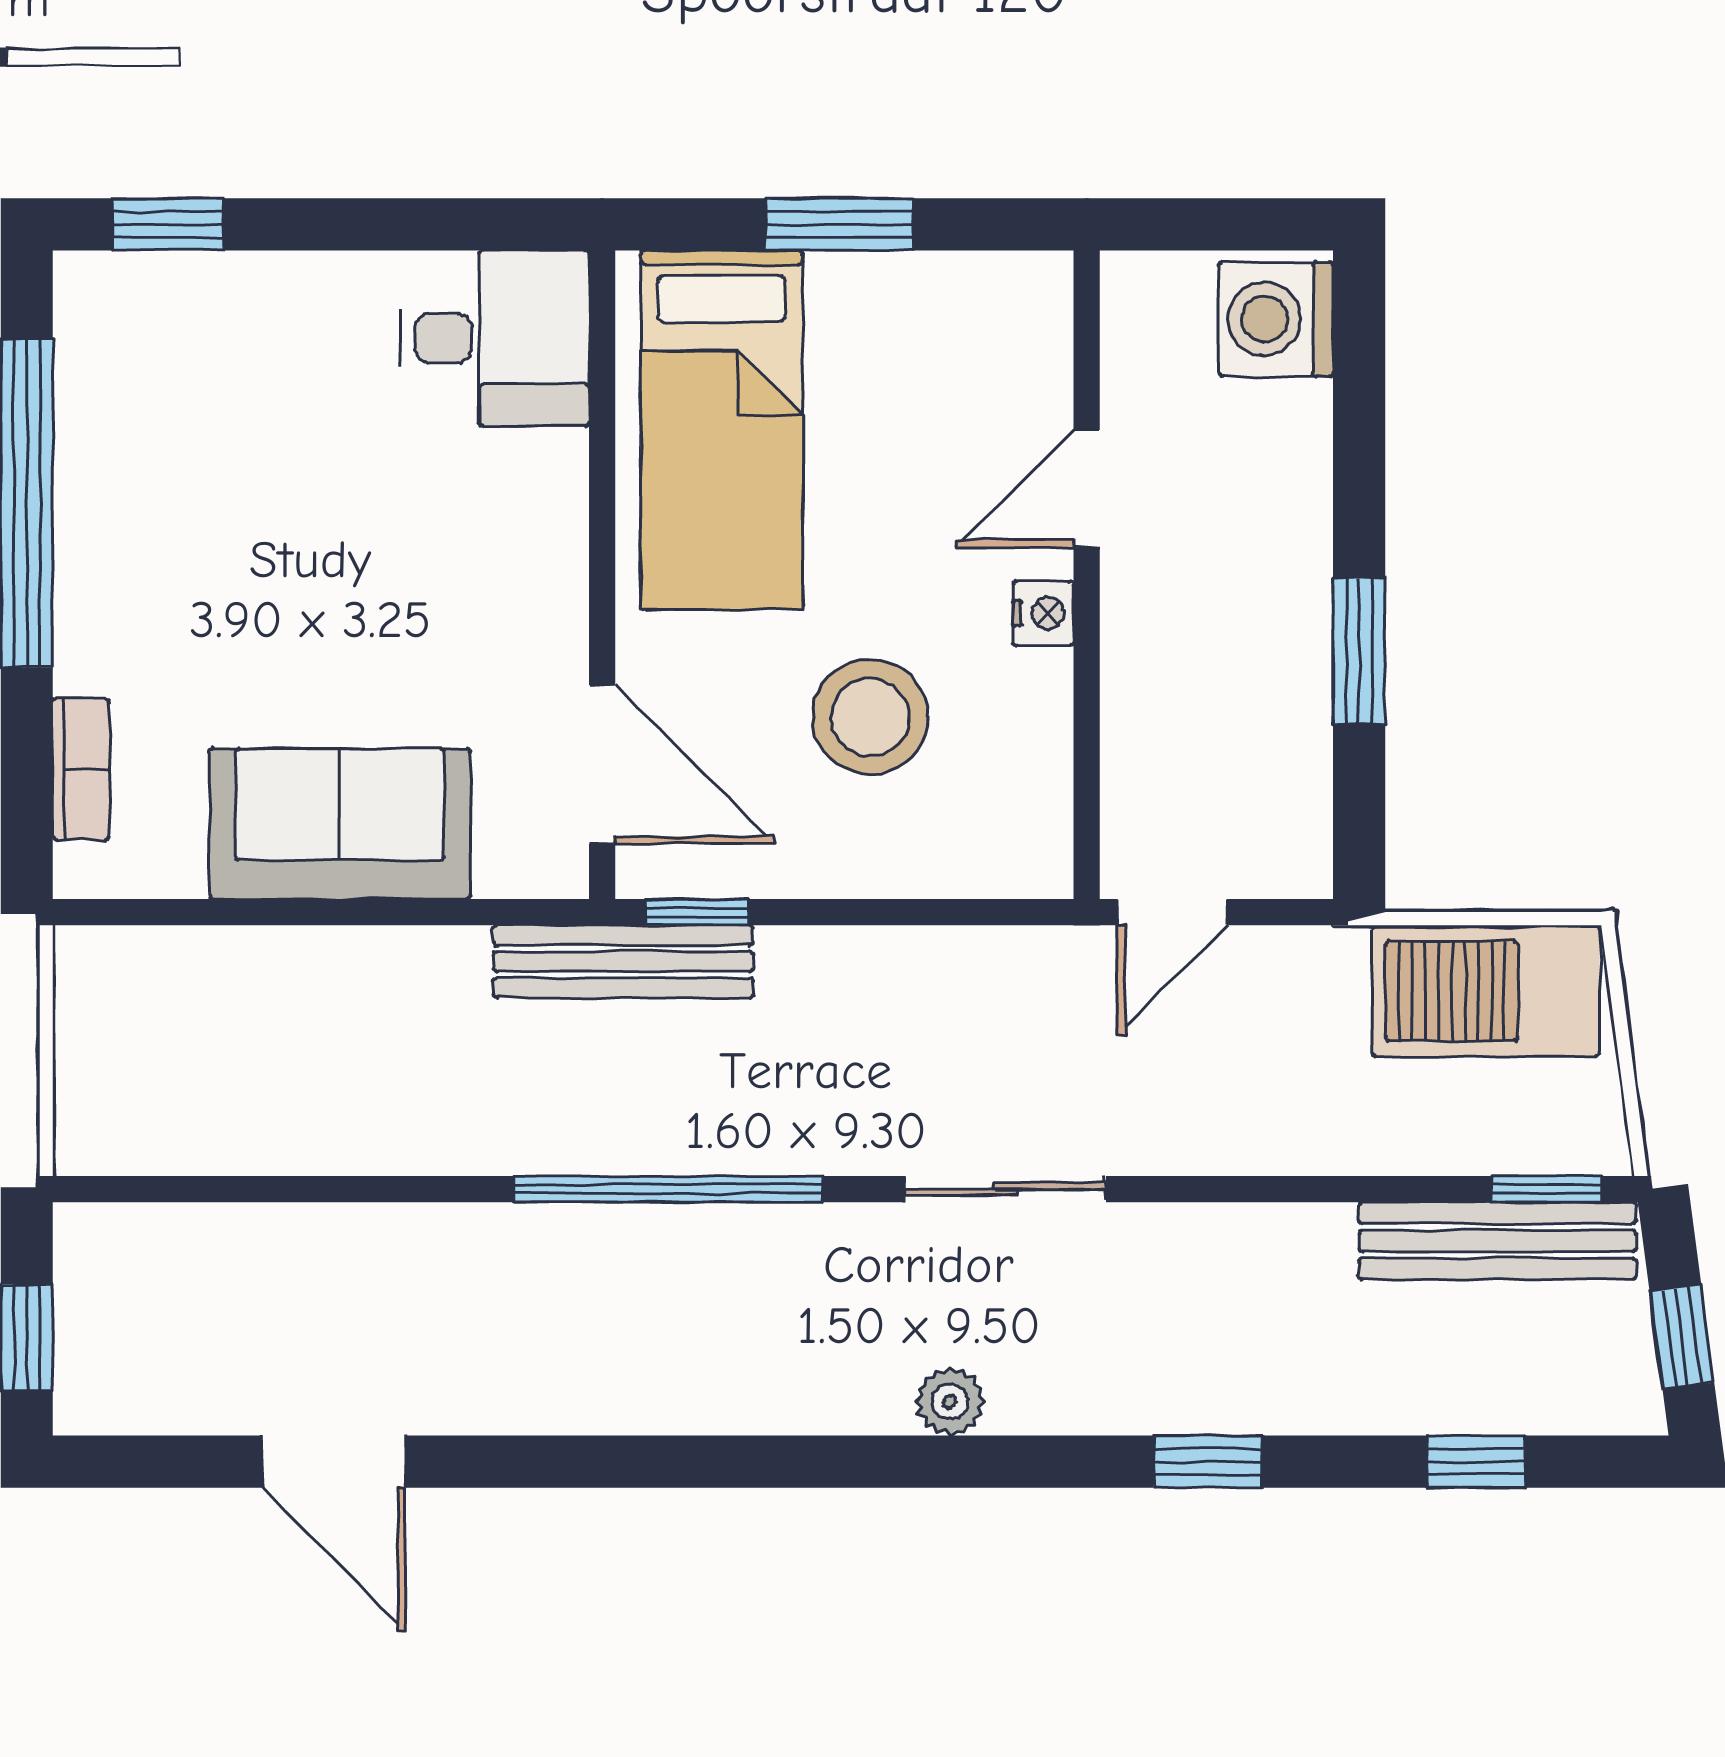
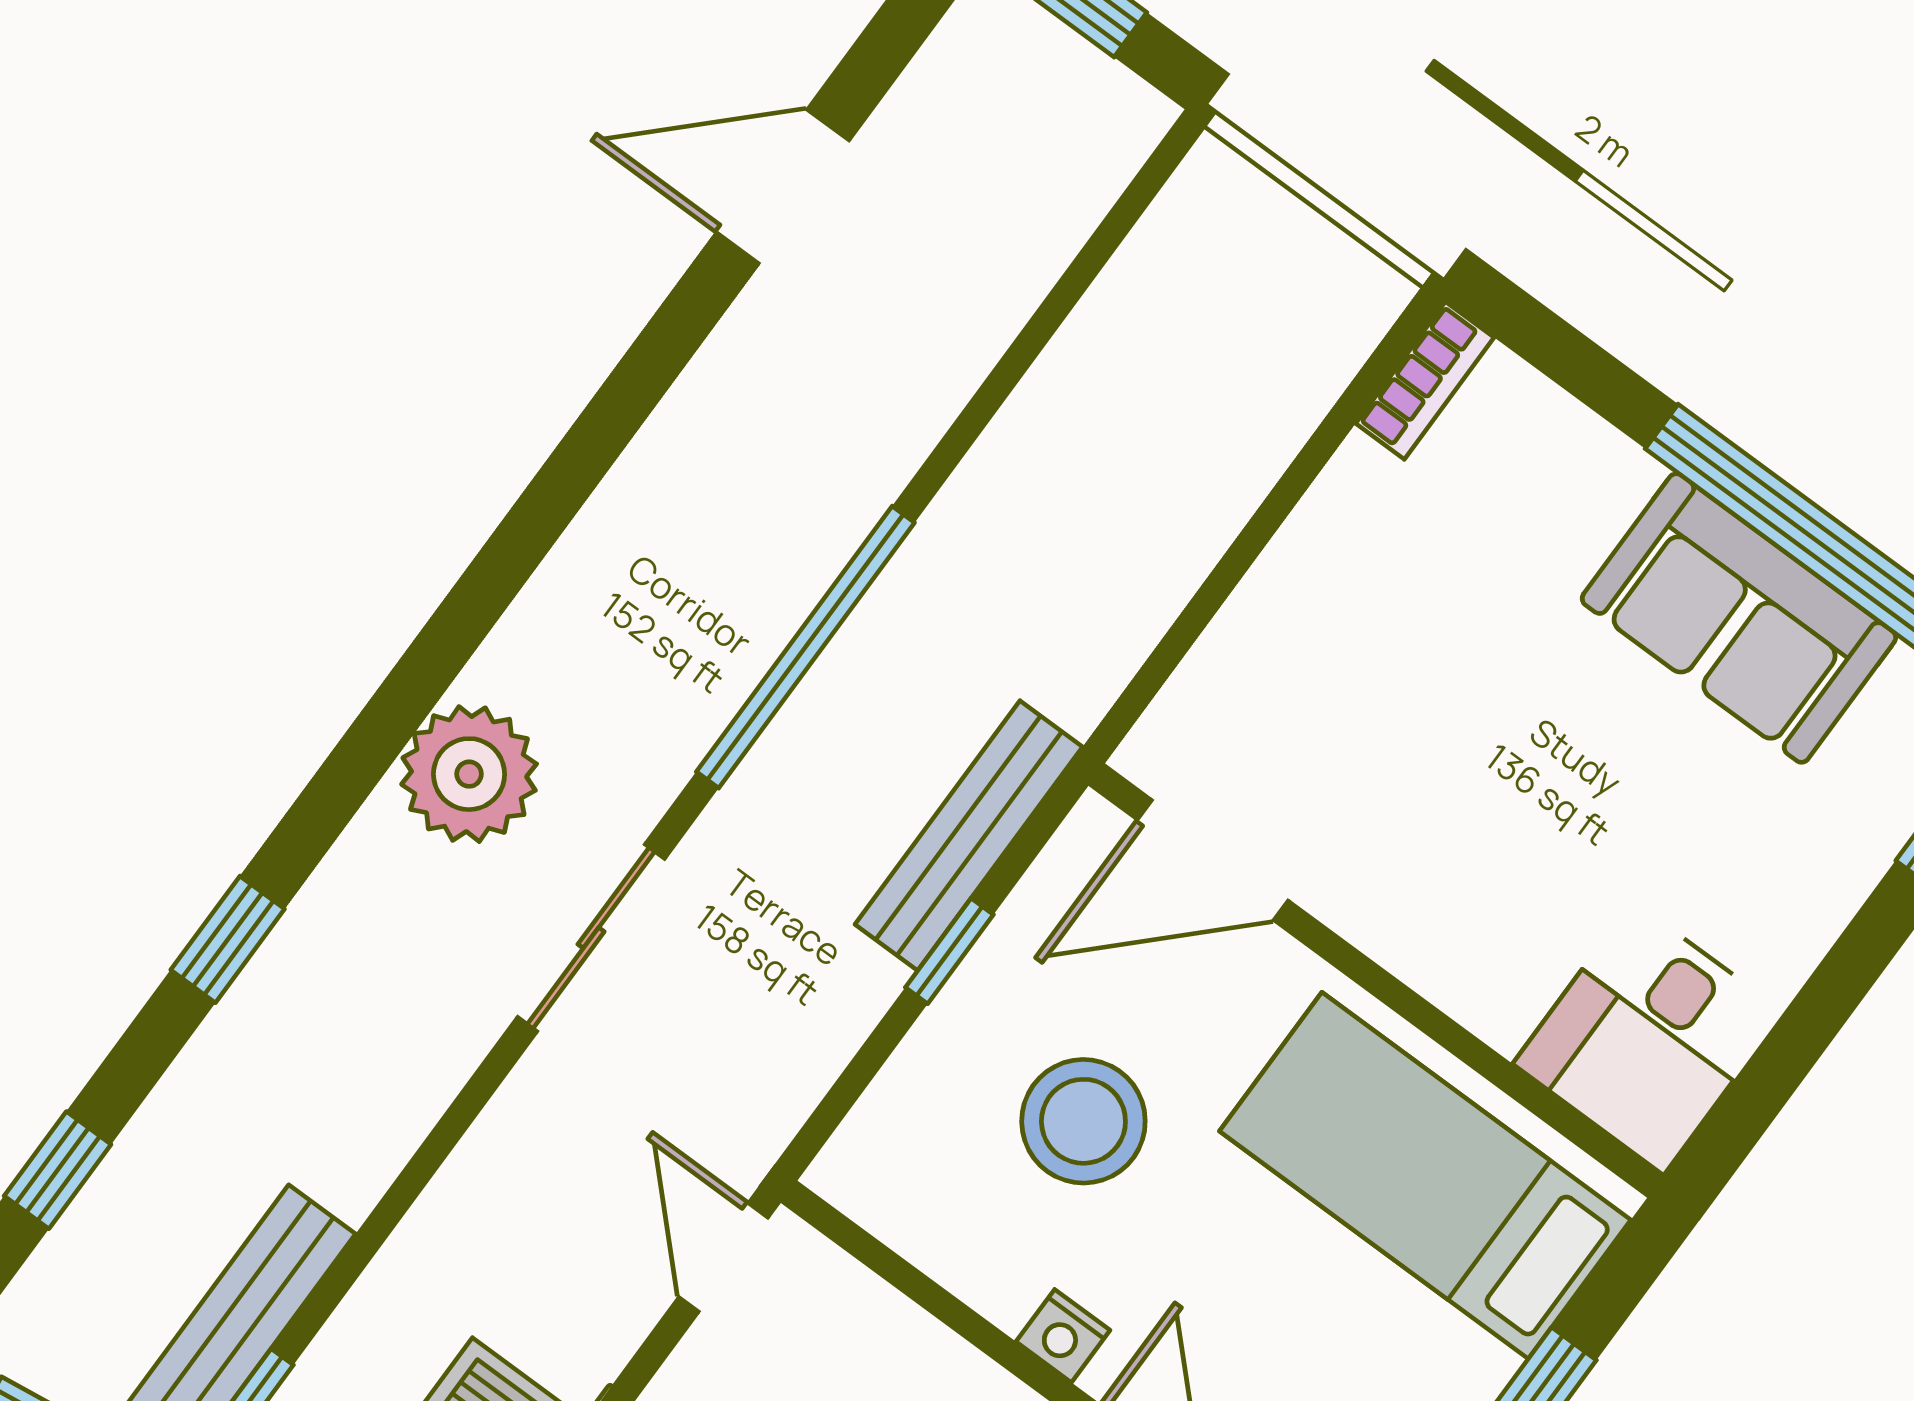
bookcase: (81, 769) -> (1425, 380), moved, turned -90
sofa: (340, 824) -> (1739, 618), moved, turned 90
window: (697, 912) -> (949, 951), moved
bench: (623, 962) -> (969, 836), moved
plant: (950, 1402) -> (469, 774), width x1.88, depth x1.88

